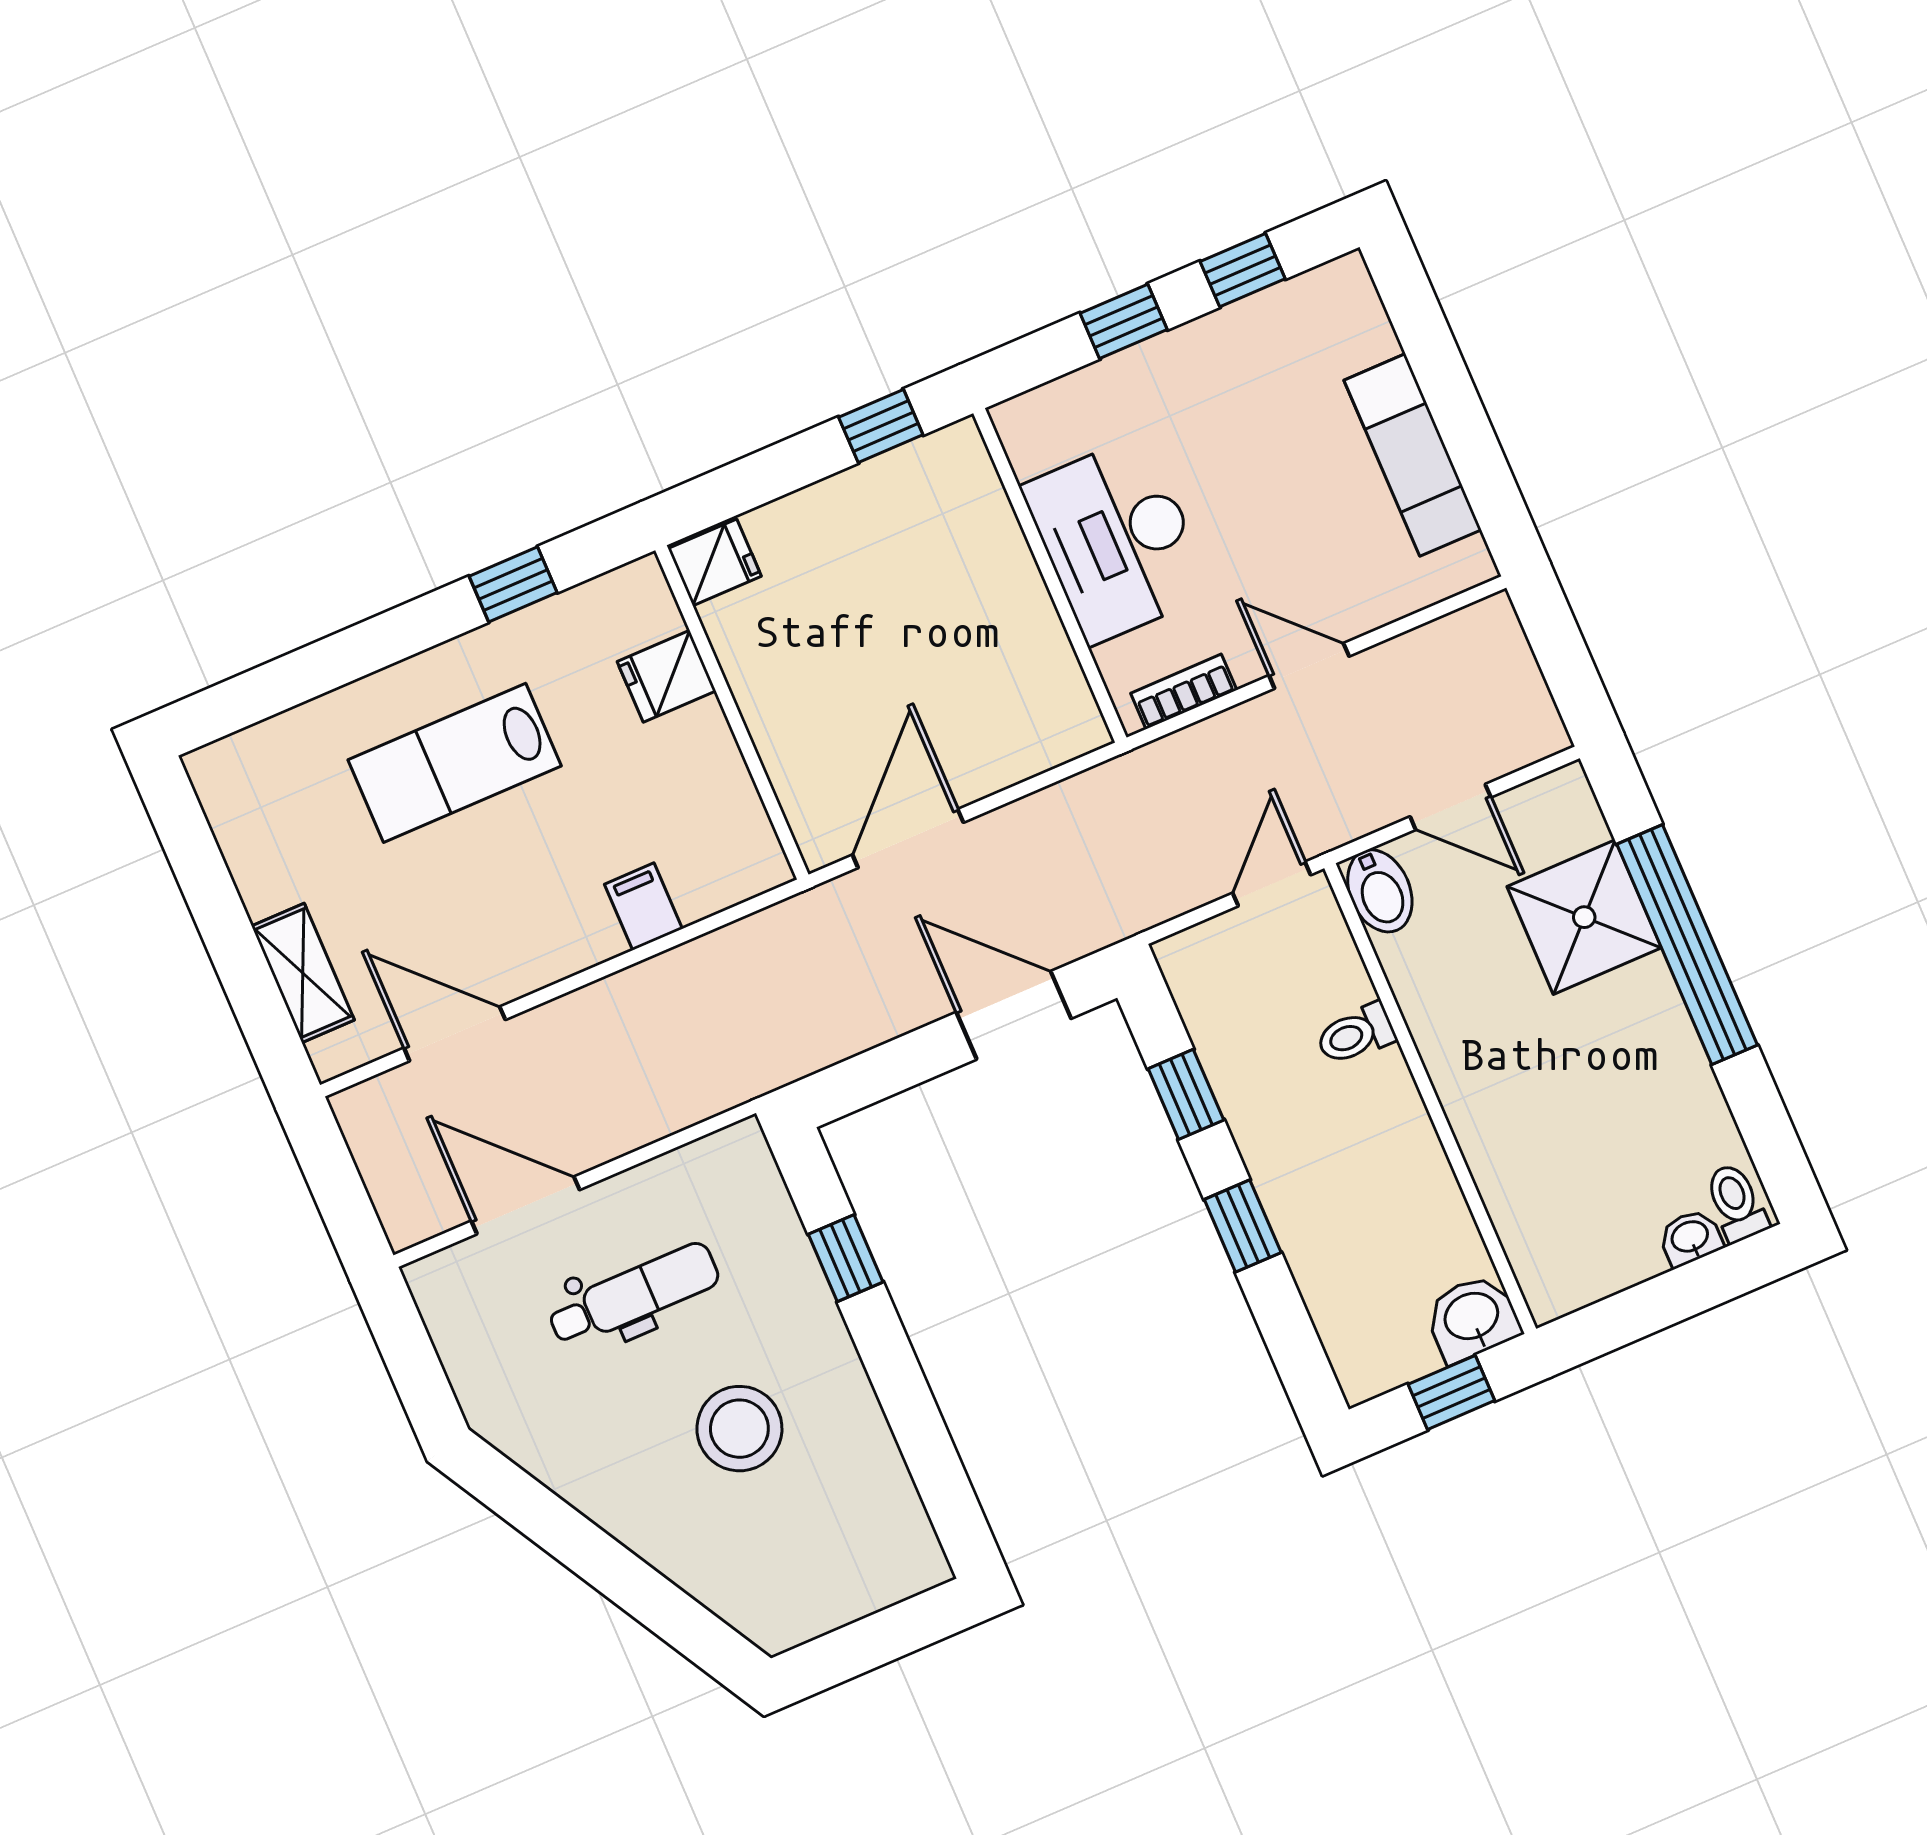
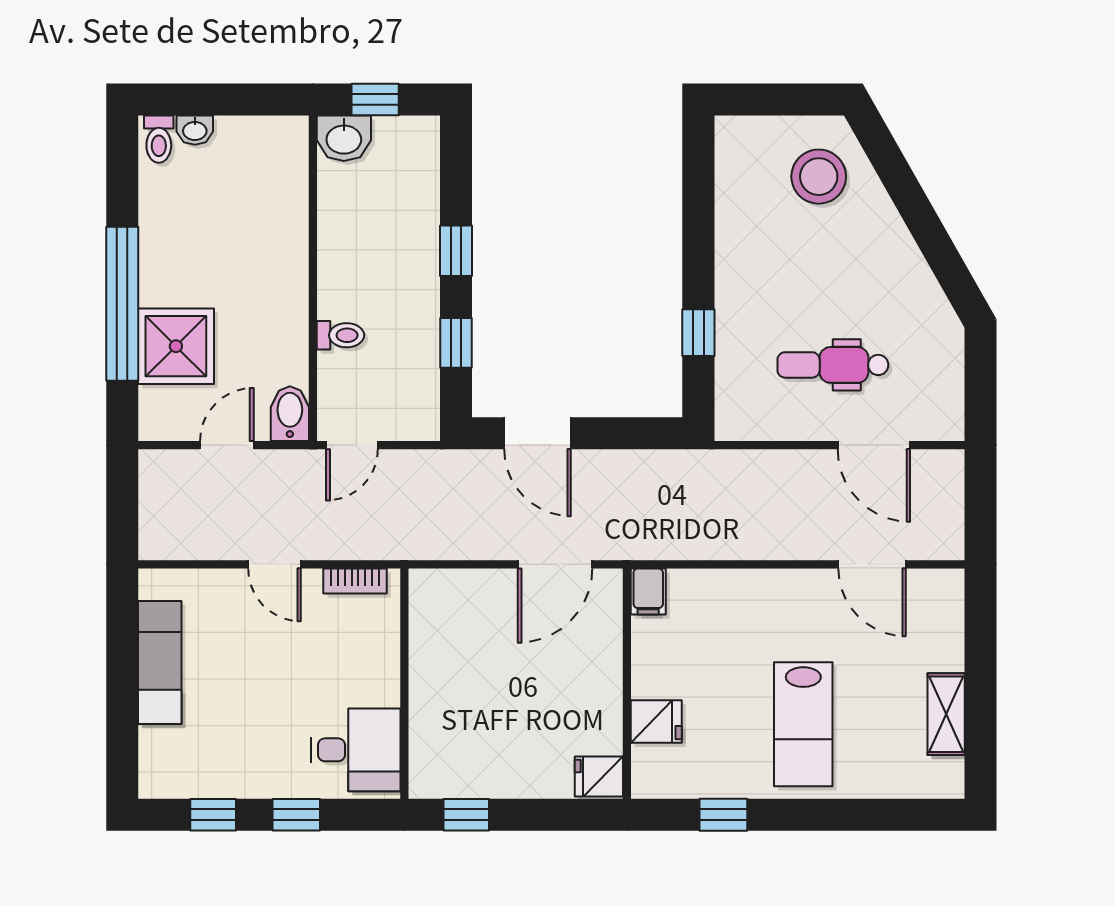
desk: (1117, 540) -> (356, 750), moved, width x0.73
lab bench: (455, 763) -> (803, 724), turned 90
door: (1450, 807) -> (227, 445), hinge flipped
filing cabinet: (643, 907) -> (648, 592), moved
shelving: (303, 973) -> (946, 714), moved
stool: (739, 1429) -> (819, 177), moved

